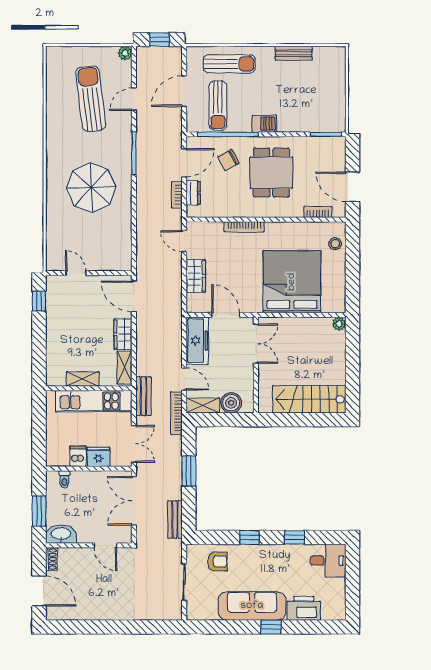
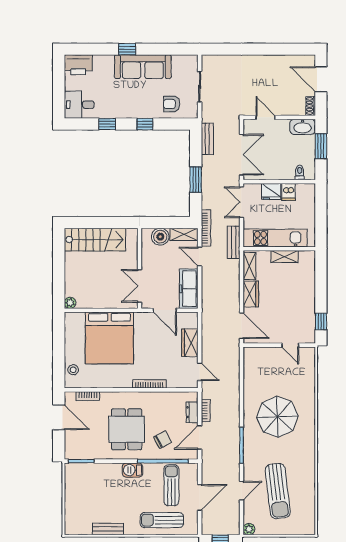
printer: (304, 608) -> (78, 65), moved

